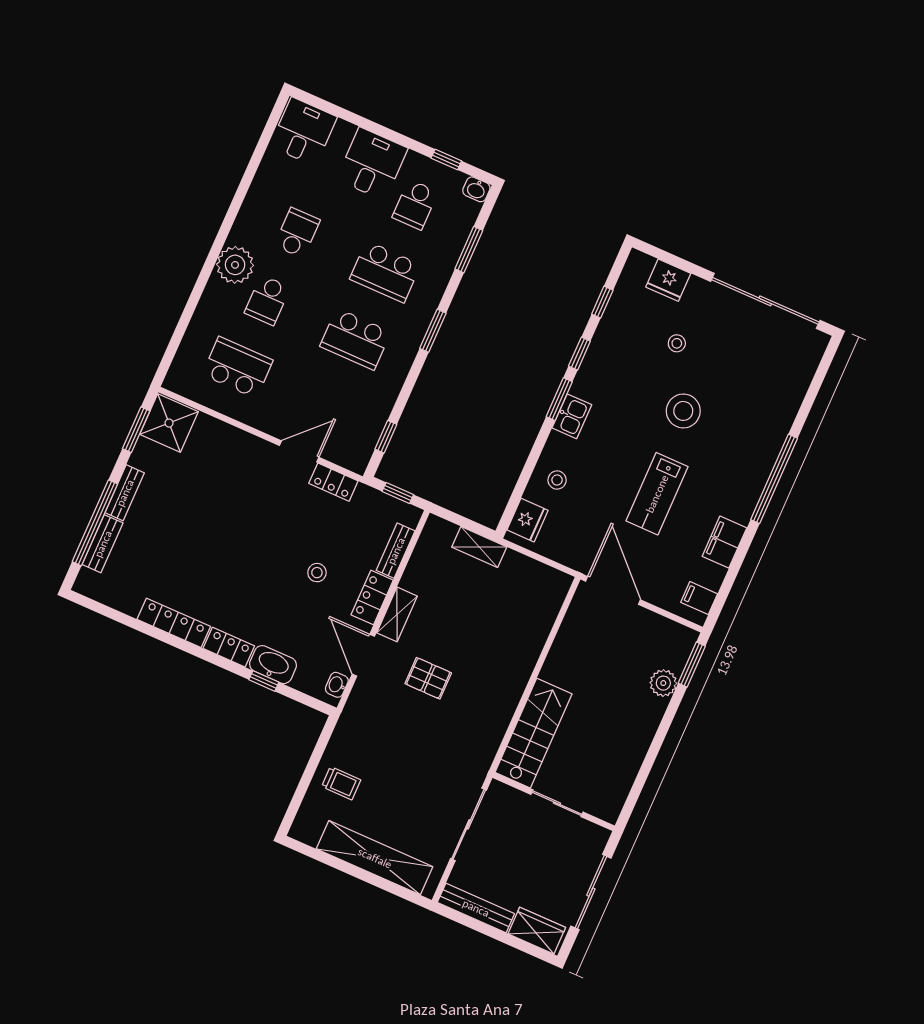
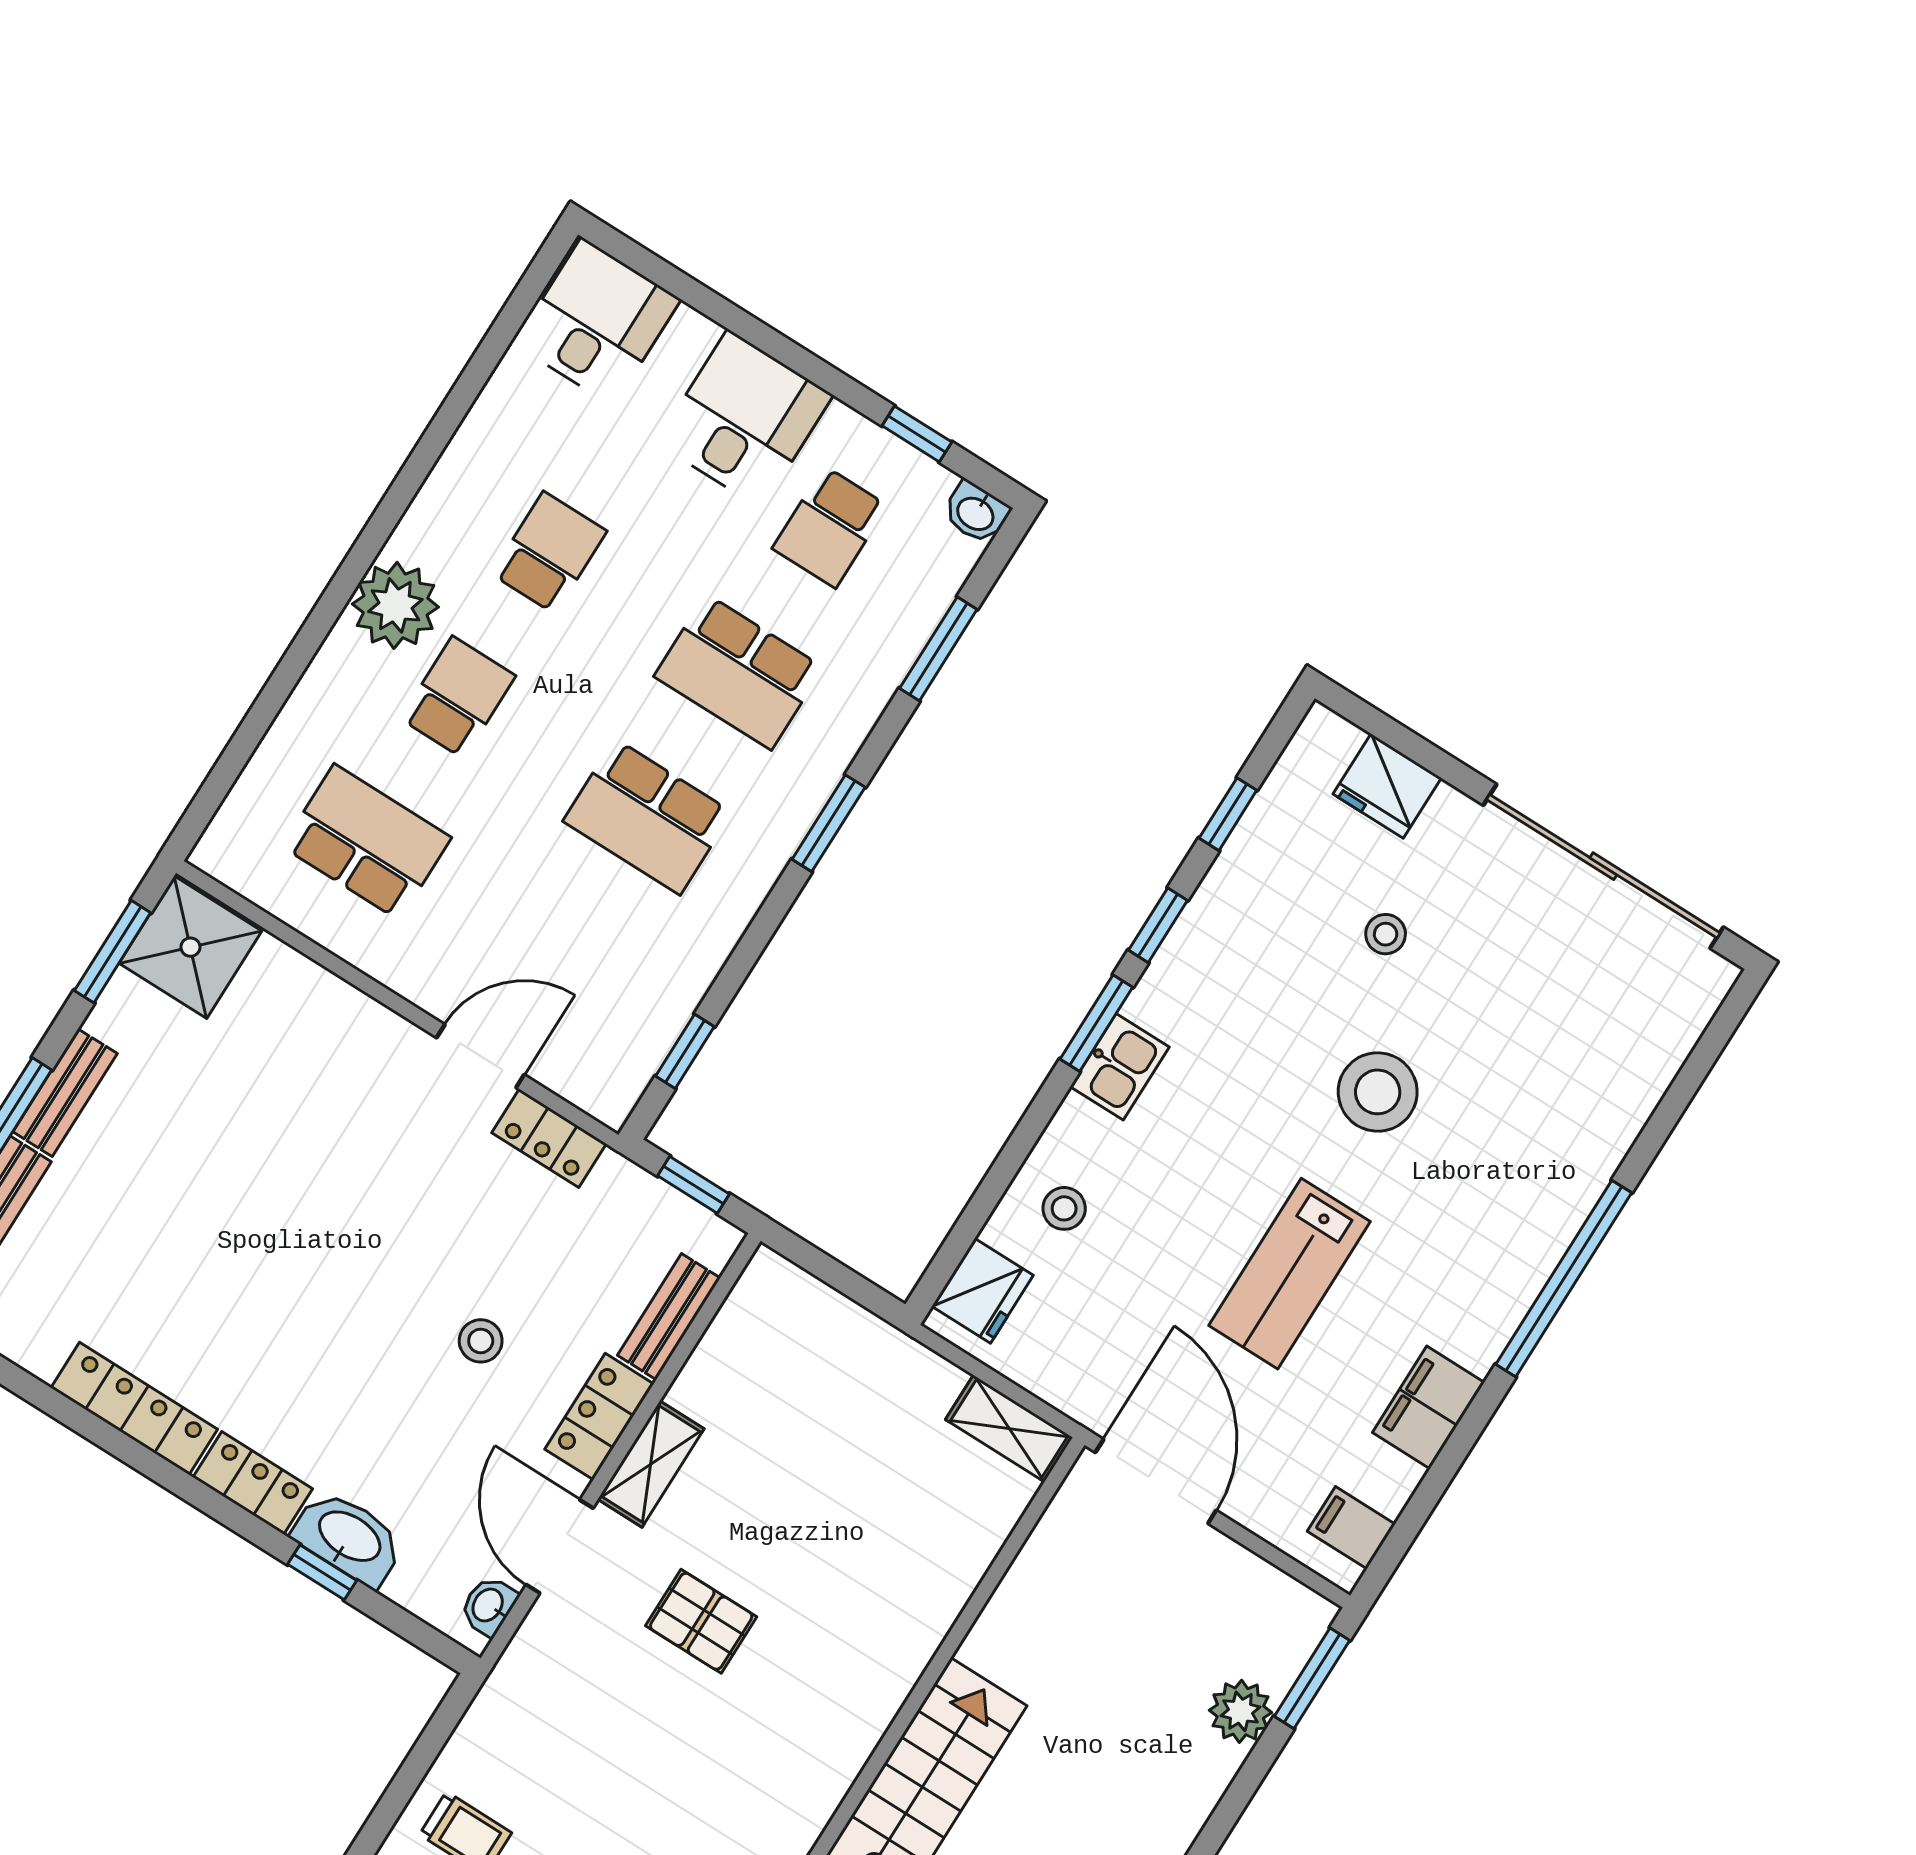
school desk: (267, 300) -> (458, 697), turned 180
shelving: (479, 547) -> (1009, 1429), moved

